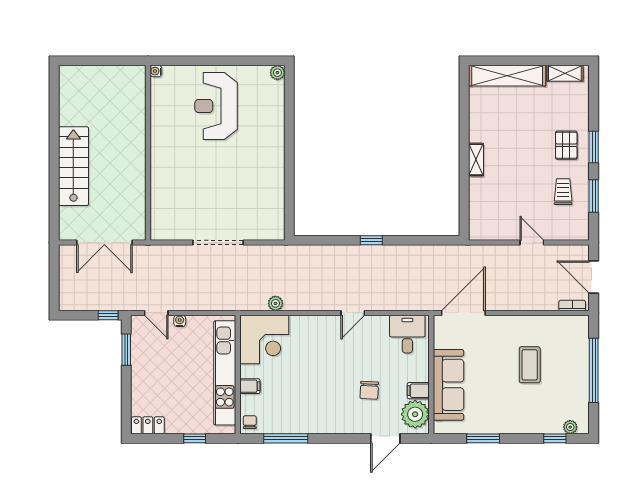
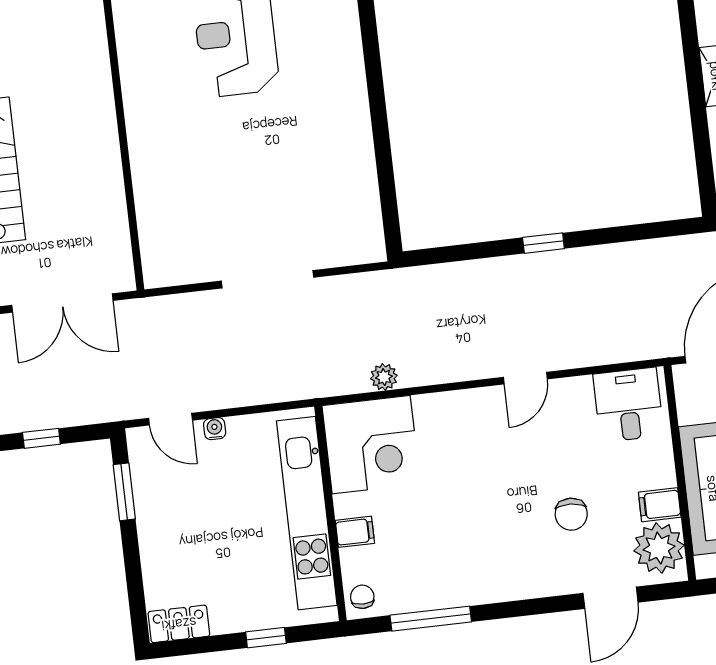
window: (108, 315) -> (41, 438), moved

